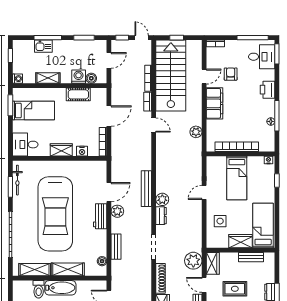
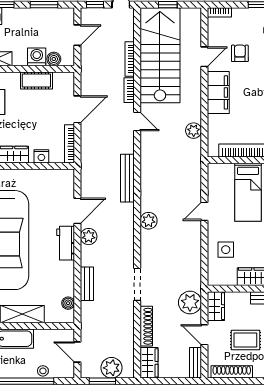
bench: (146, 189) -> (127, 178), moved
dresser: (161, 216) -> (147, 242), removed

